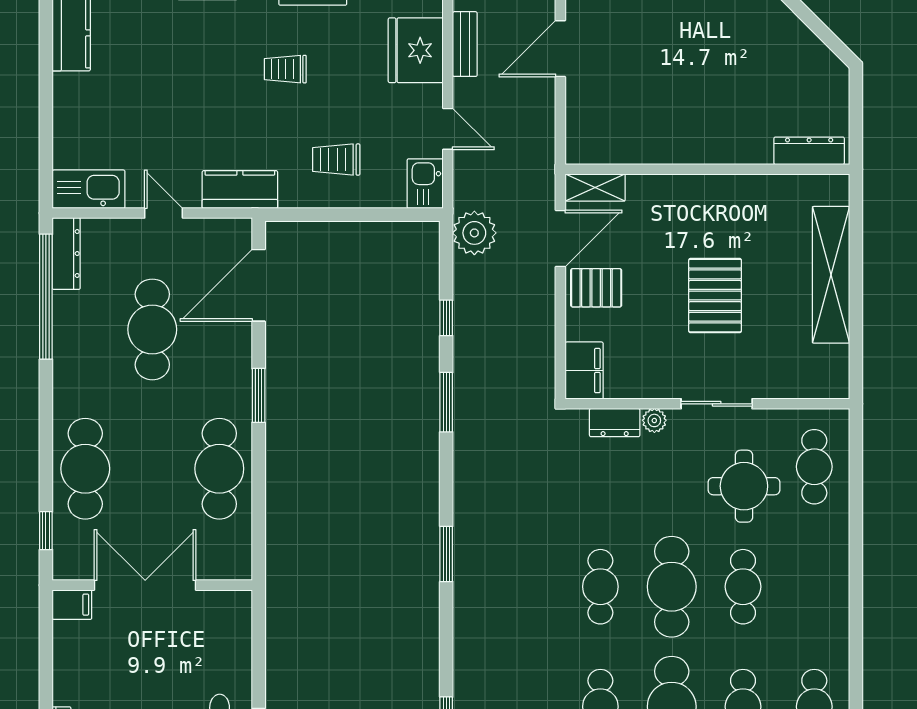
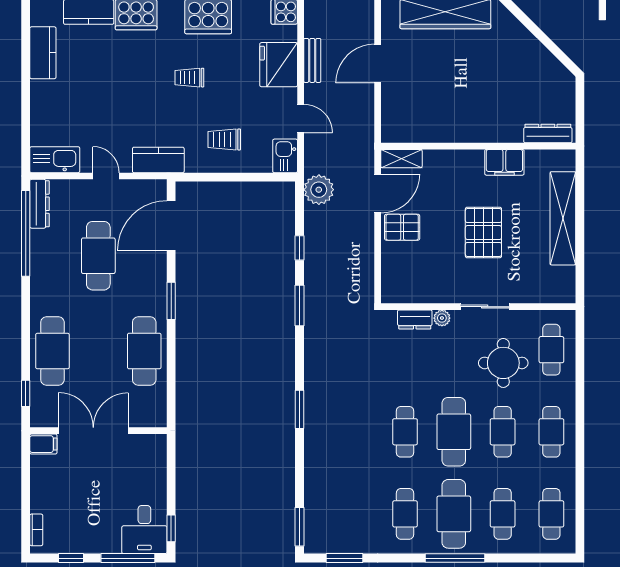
filing cabinet: (584, 371) -> (504, 162), moved, turned 90
cafe table: (814, 587) -> (551, 432), added

